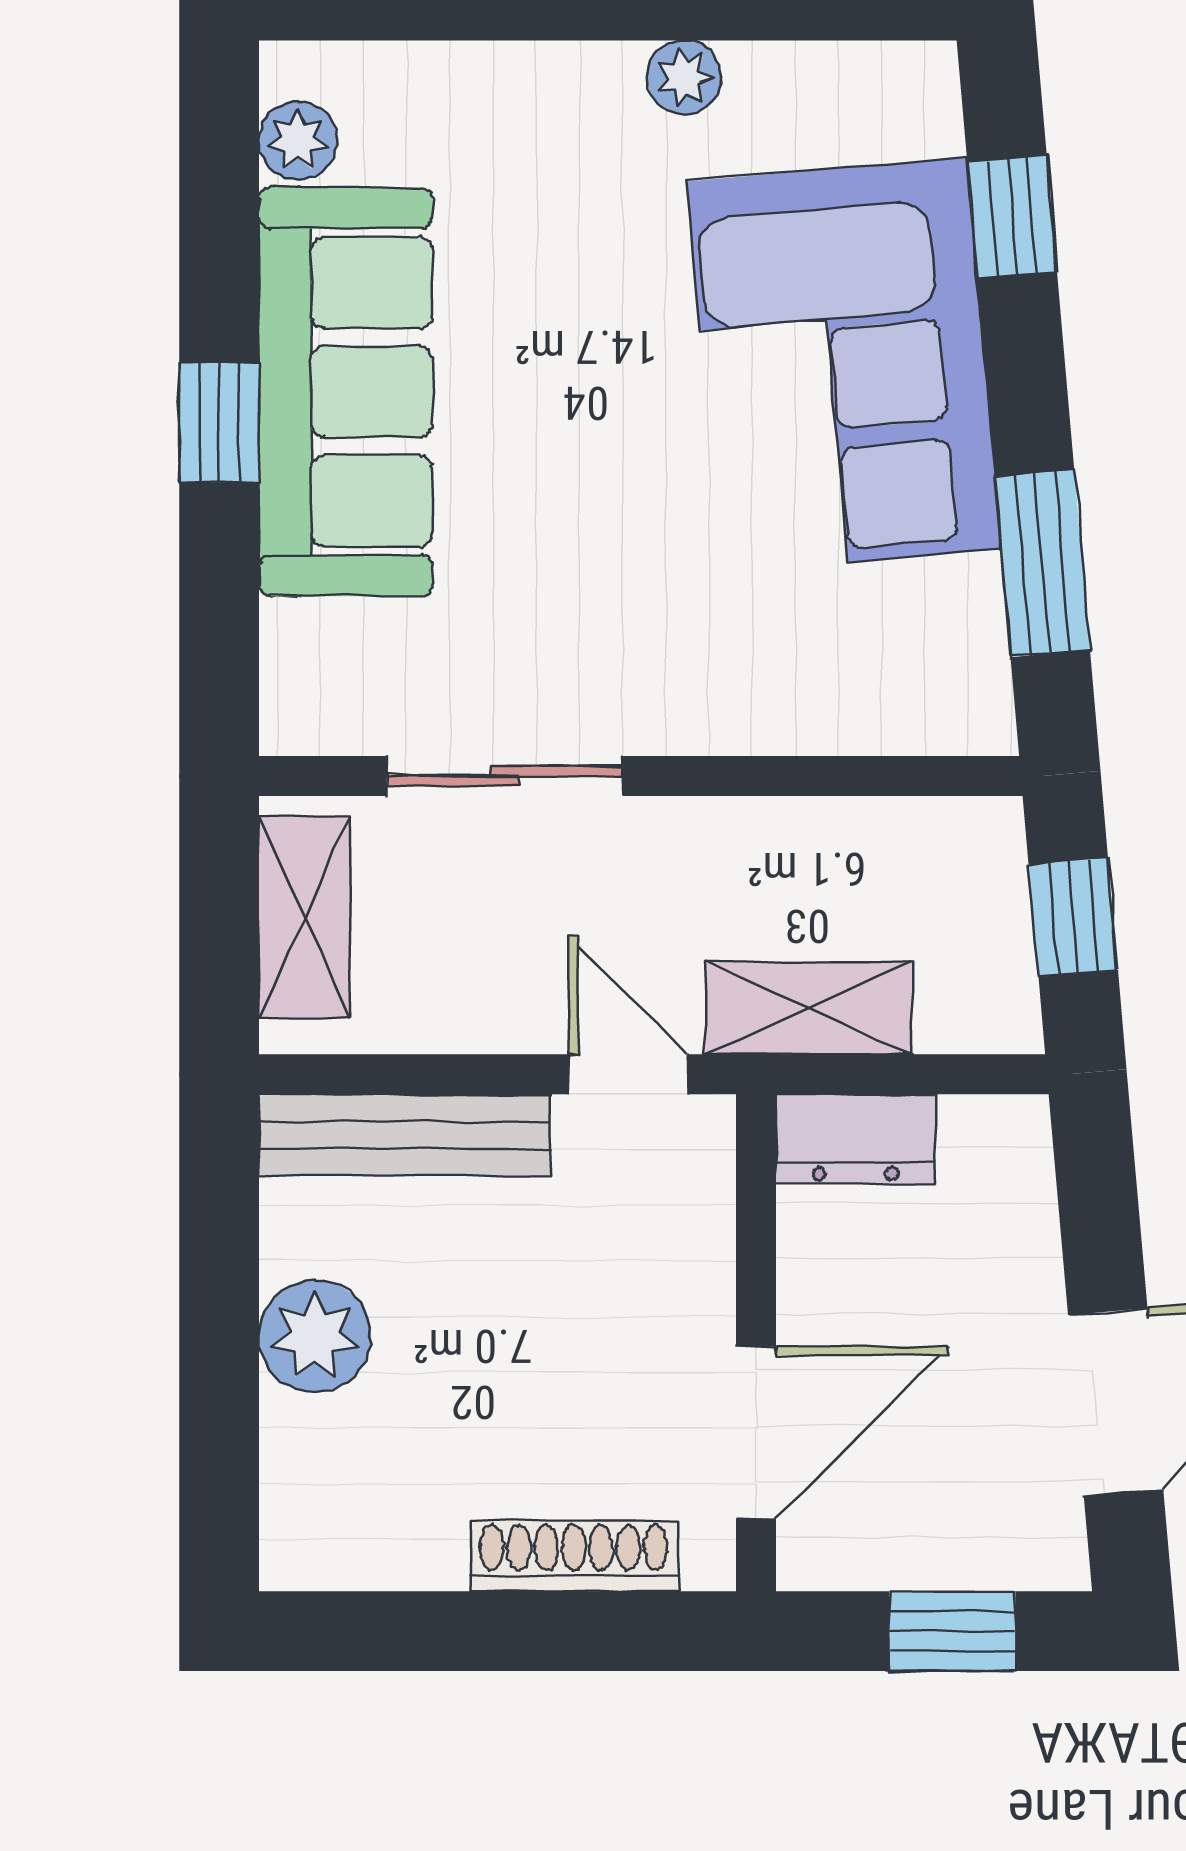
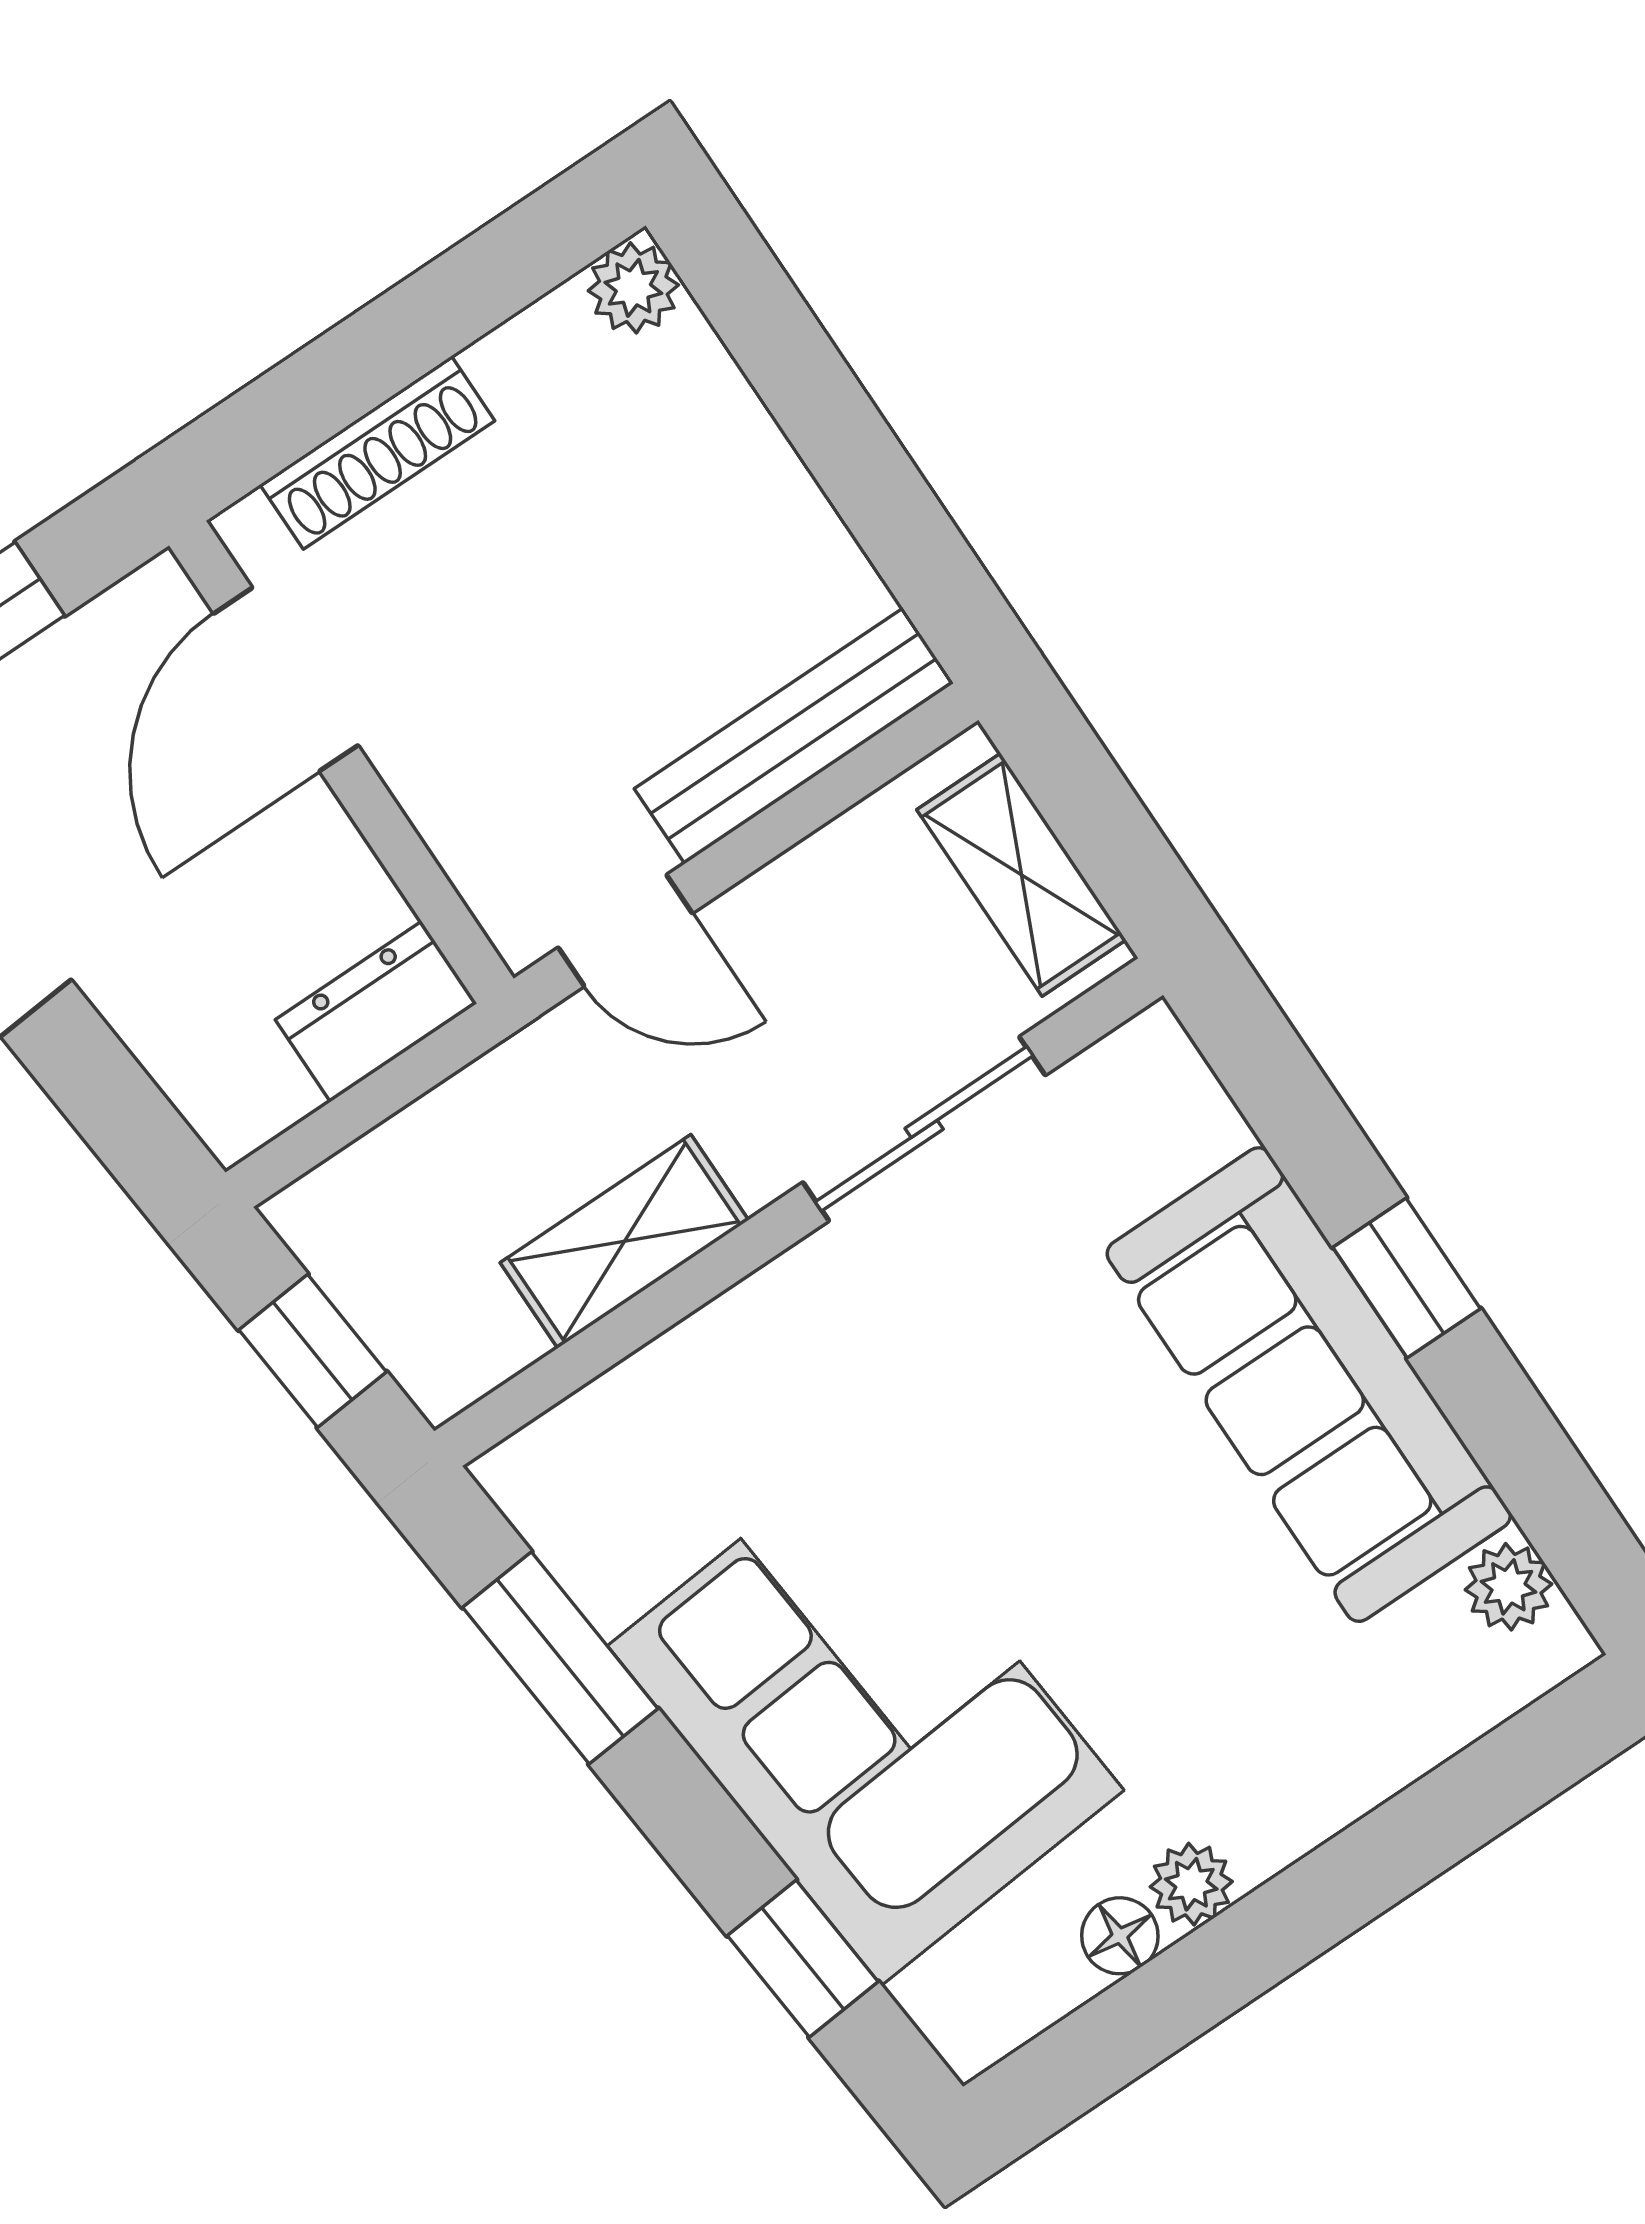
floor lamp: (764, 75) -> (1120, 1936), added
shelving: (809, 1008) -> (624, 1241), moved
plant: (315, 1336) -> (633, 288), moved, width x0.73, depth x0.73

